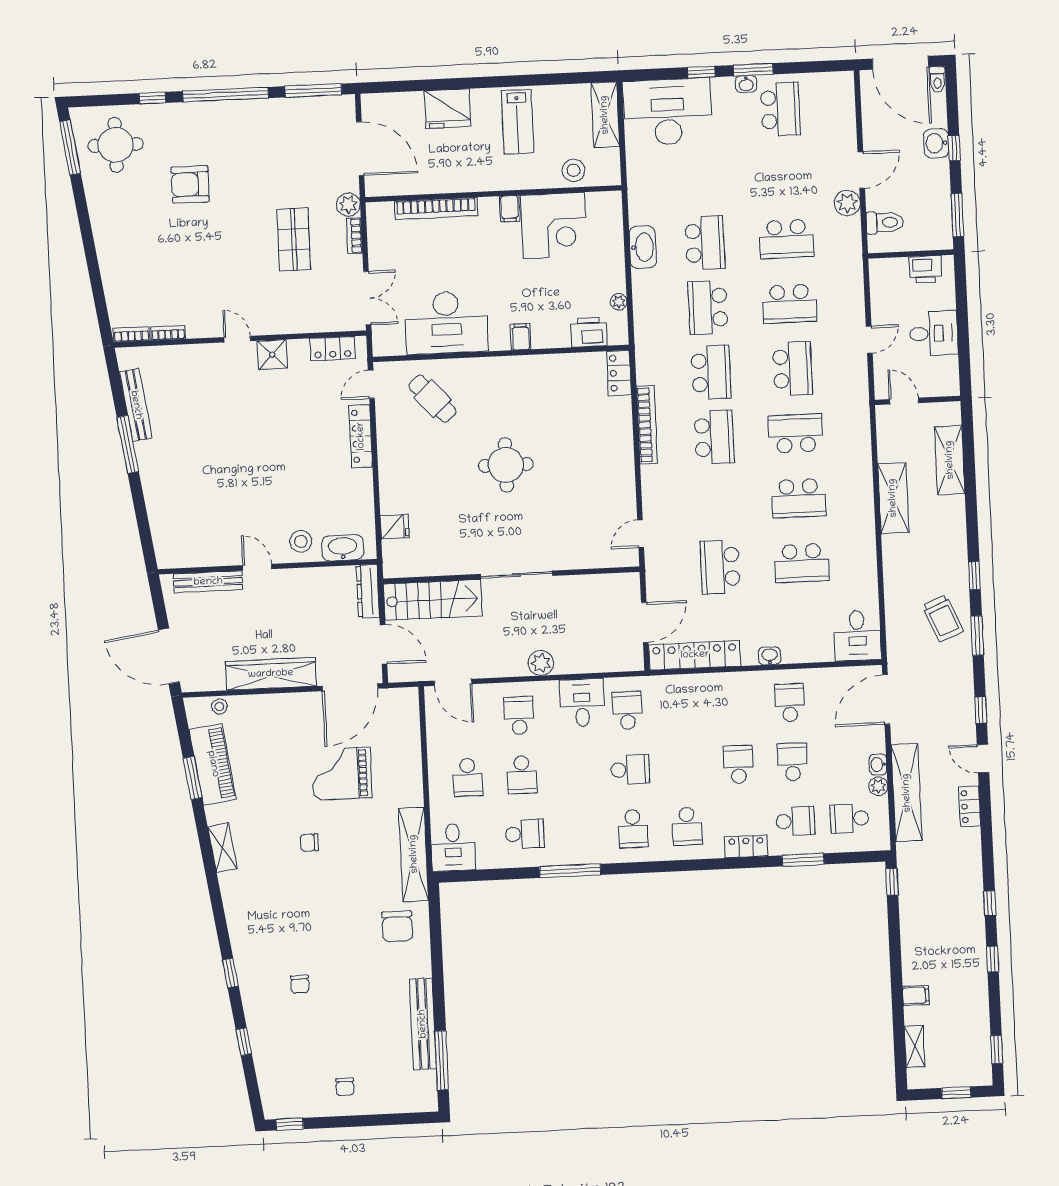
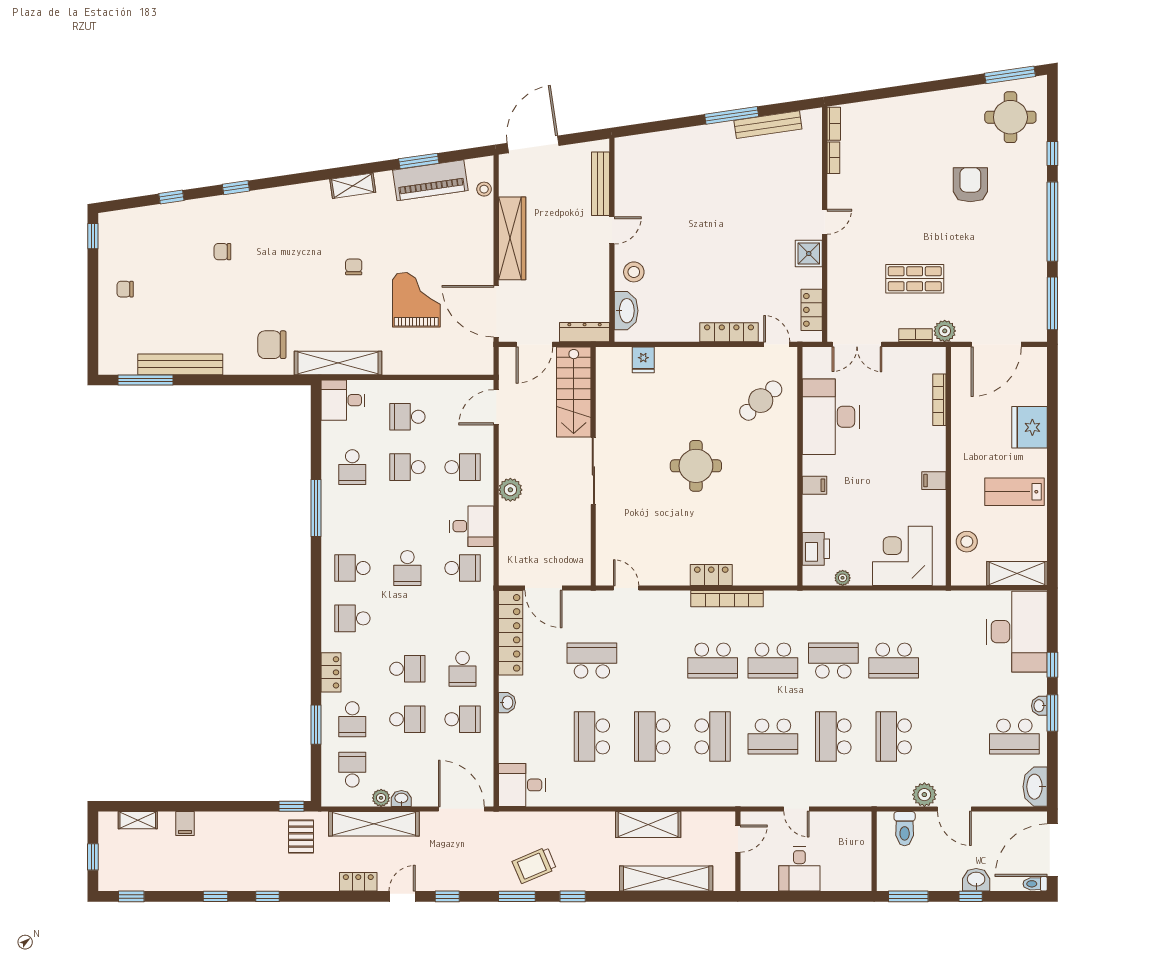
bookcase: (436, 208) -> (939, 400), width x0.68, depth x0.76
corner desk: (554, 226) -> (902, 556), moved, turned 90
washbasin: (643, 247) -> (1035, 787), moved, turned 90
printer: (925, 269) -> (859, 864), removed
locker: (619, 373) -> (711, 575), moved
shelving: (950, 460) -> (666, 879), width x1.47
school desk: (736, 705) -> (462, 669), added
pallet: (924, 870) -> (301, 837), added

